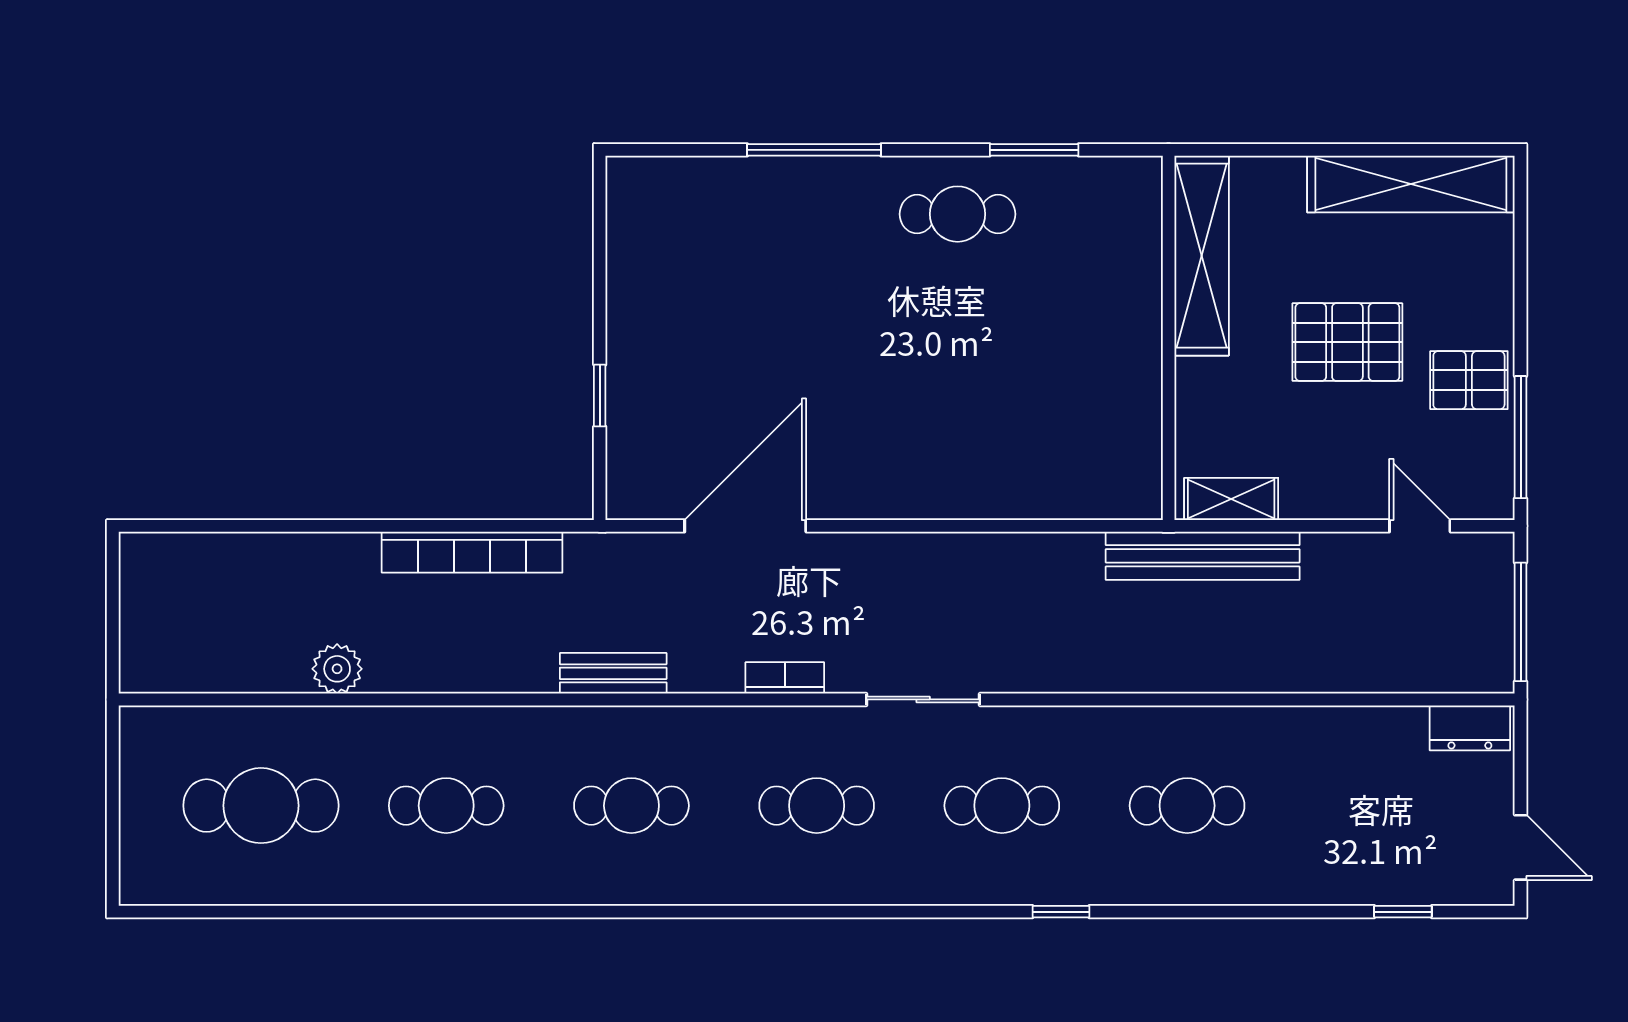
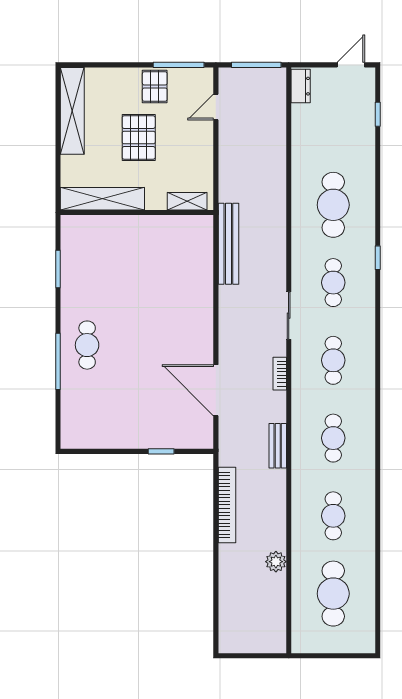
cafe table: (958, 214) -> (87, 345), moved
shelving: (1231, 499) -> (187, 201), moved, turned 90
bench: (1203, 556) -> (228, 244), moved
cafe table: (1187, 806) -> (333, 205), width x1.37, depth x1.35

